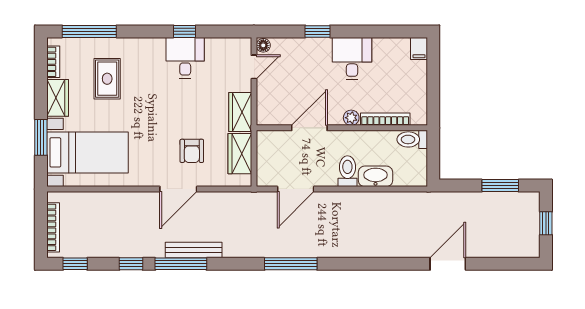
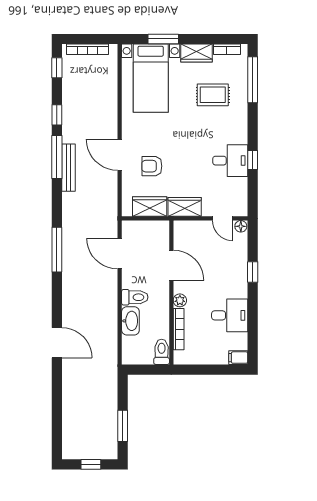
desk: (352, 59) -> (230, 315), moved
door: (448, 264) -> (57, 343), moved

